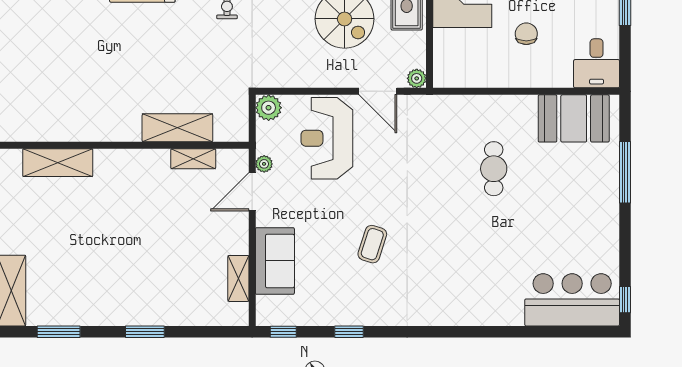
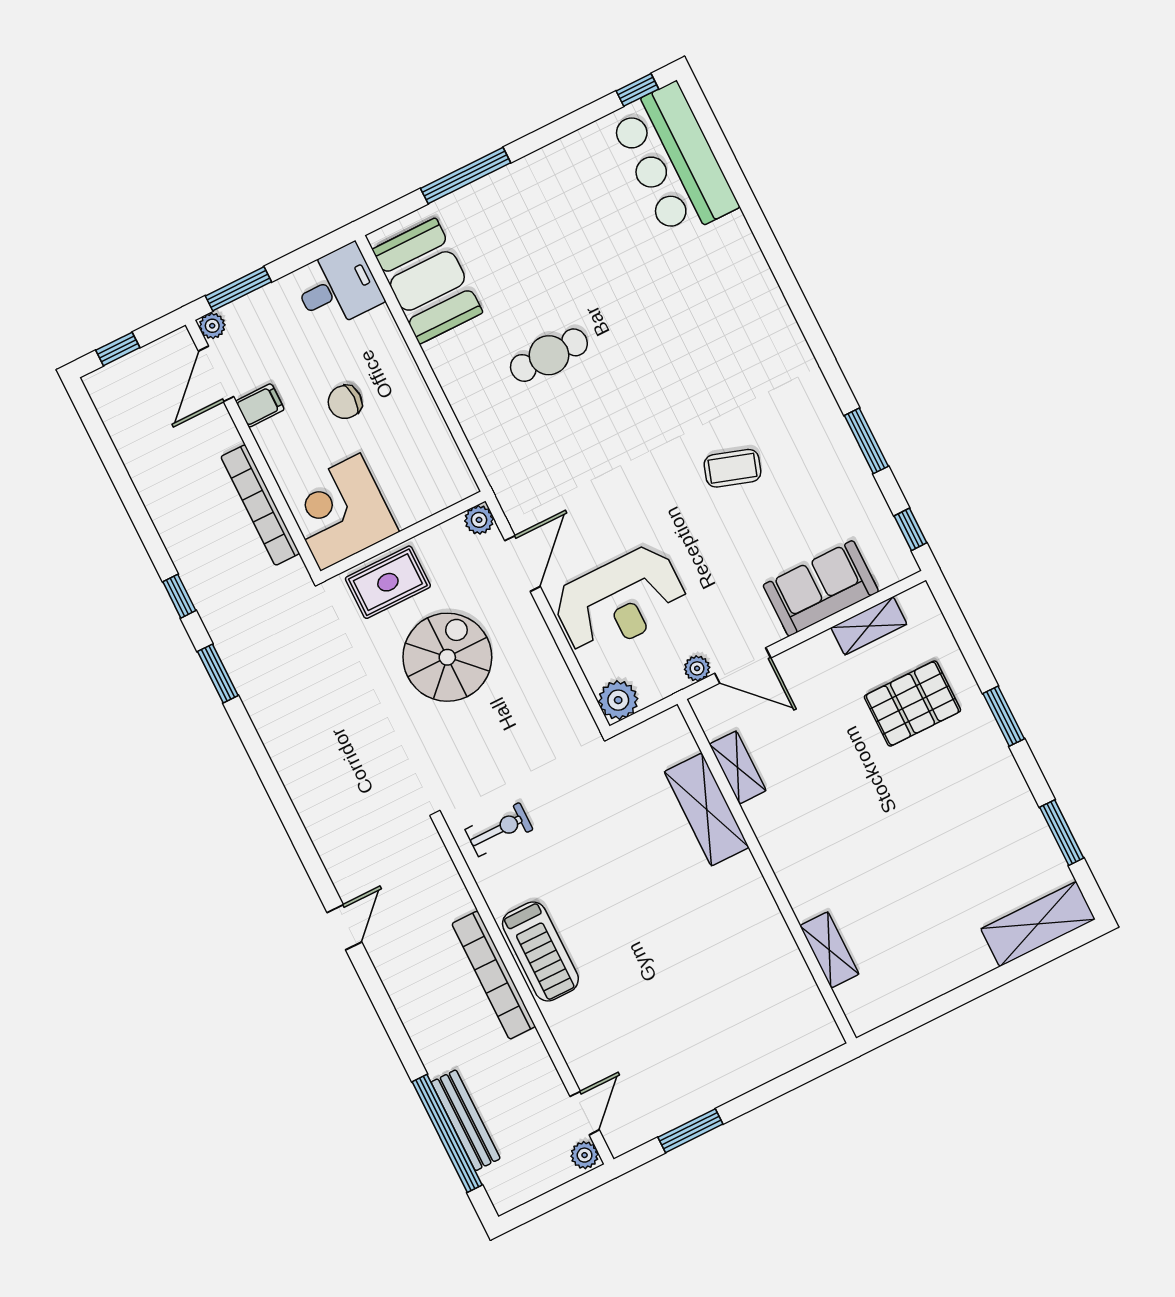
shelving: (58, 163) -> (829, 950), width x0.67, depth x0.75
pallet: (179, 281) -> (912, 704), added
window: (349, 332) -> (866, 441), width x1.50

